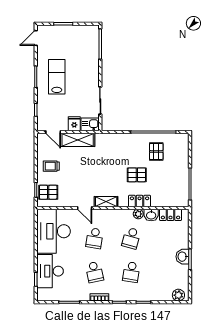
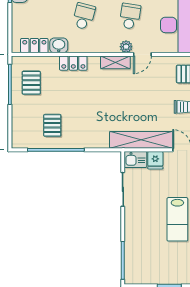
shelving: (78, 140) -> (141, 140), width x1.47
pallet: (137, 175) -> (31, 83), moved, turned 90
door: (85, 208) -> (142, 54), swing flipped
plant: (138, 214) -> (126, 47), moved

